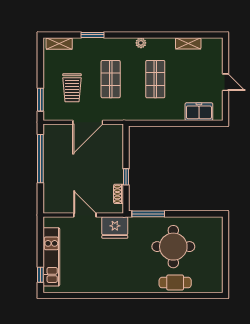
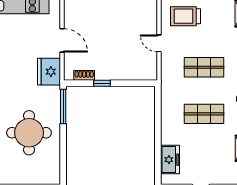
trolley: (72, 88) -> (186, 16), moved
door: (88, 122) -> (159, 43), width x0.53
door: (85, 215) -> (62, 40), hinge flipped

